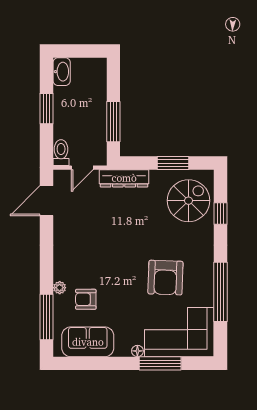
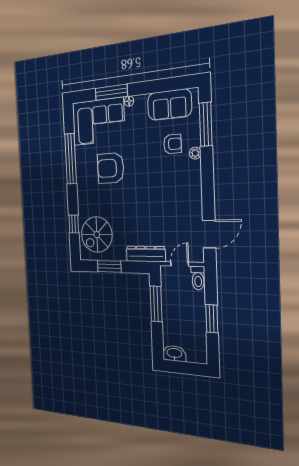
washbasin: (62, 72) -> (174, 353), moved, turned 90
armchair: (165, 278) -> (111, 168), turned -92

